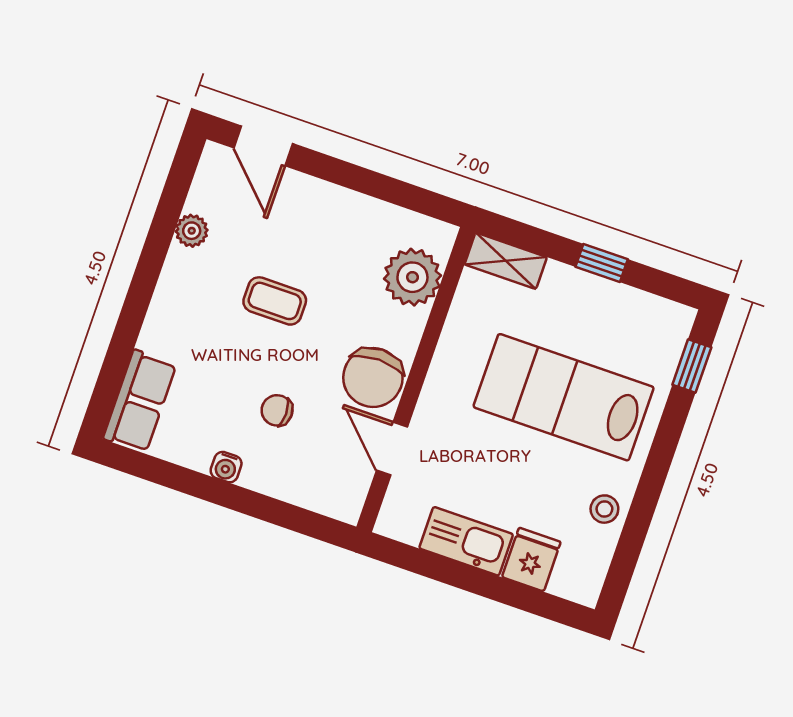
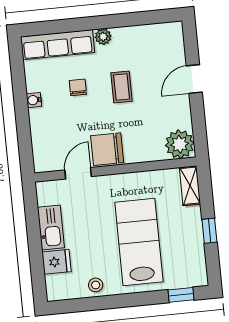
door: (263, 146) -> (194, 79), moved
plant: (192, 231) -> (103, 37), moved
plant: (412, 277) -> (180, 144), moved
row of seats: (140, 401) -> (58, 45), width x1.48
chair: (277, 410) -> (78, 87), moved

